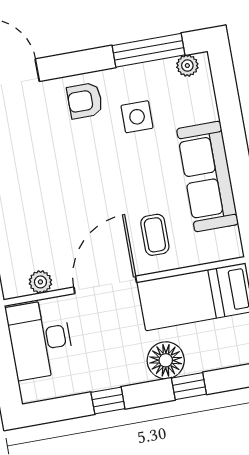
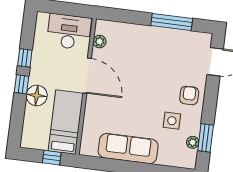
window: (148, 50) -> (206, 138), width x0.69
plant: (187, 66) -> (193, 142), moved
coffee table: (155, 235) -> (106, 111), removed
window: (189, 386) -> (21, 84), moved

